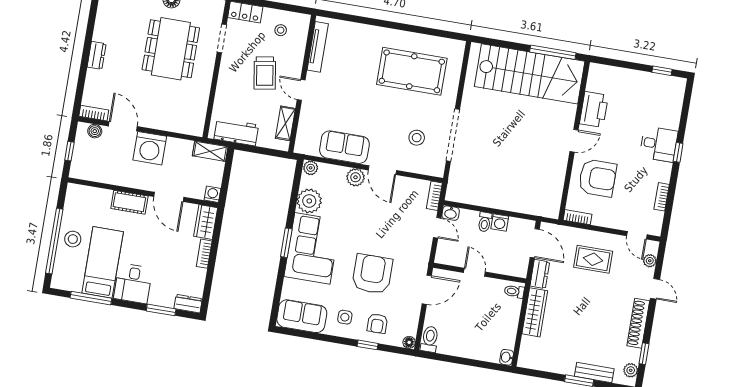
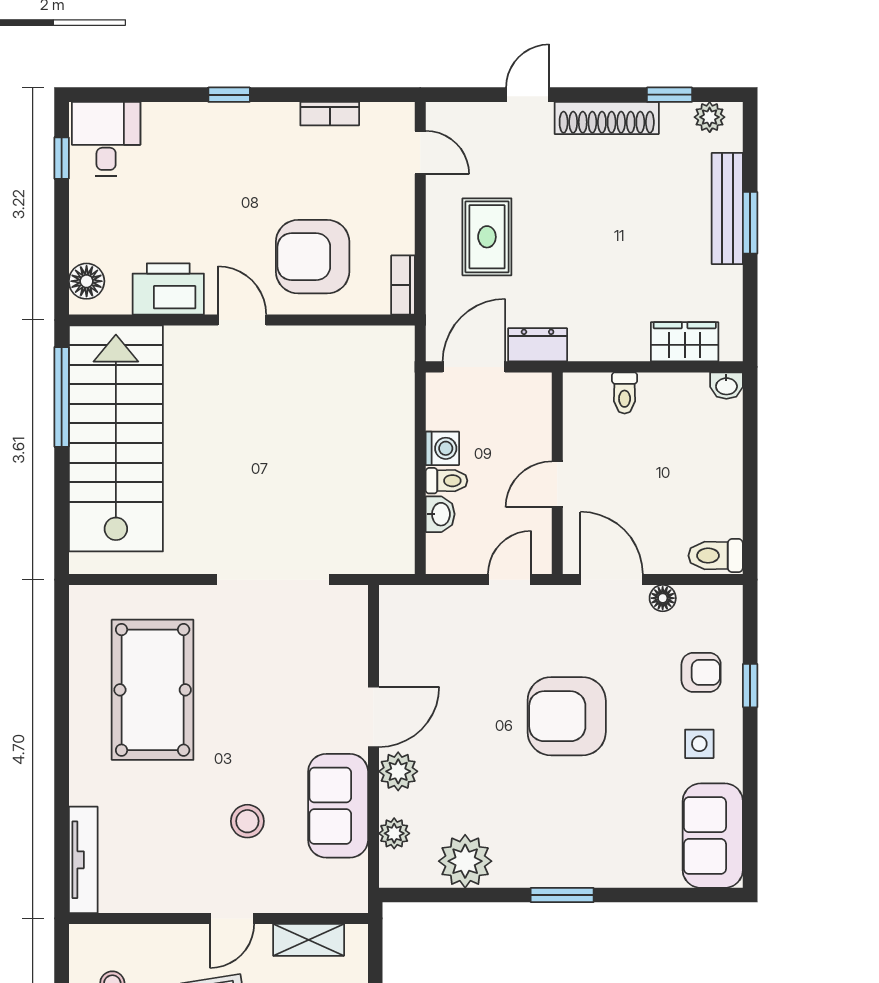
tv unit: (318, 47) -> (83, 860), moved, turned 90
floor lamp: (604, 73) -> (87, 281), added
stool: (417, 138) -> (247, 821), moved
desk: (659, 144) -> (106, 139), moved
plant: (311, 168) -> (394, 833), moved
armchair: (598, 178) -> (313, 257), turned -90
bookcase: (434, 196) -> (409, 597), removed
washbasin: (451, 213) -> (440, 514), moved
door: (437, 228) -> (510, 580), moved
door: (637, 235) -> (420, 153), hinge flipped
corner sofa: (312, 248) -> (565, 838), removed
plant: (650, 261) -> (470, 116), removed
armchair: (372, 274) -> (567, 716), moved
toilet: (514, 291) -> (625, 393), moved
wardrobe: (535, 312) -> (685, 342), moved, width x0.67
floor lamp: (409, 342) -> (663, 598), moved
bench: (594, 373) -> (727, 208), width x1.36

